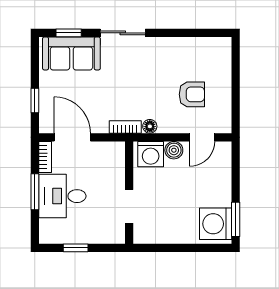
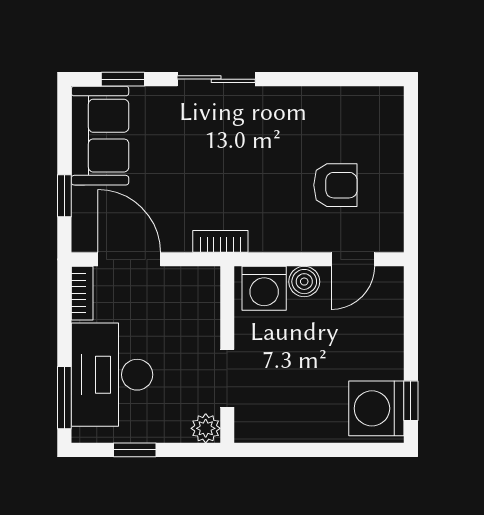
sofa: (71, 53) -> (100, 136), moved, turned -90
floor lamp: (150, 126) -> (263, 240), removed
window: (35, 192) -> (64, 398), moved
desk: (62, 196) -> (112, 375), width x1.37
window: (236, 219) -> (411, 401), width x0.67
plant: (117, 235) -> (206, 428), added

